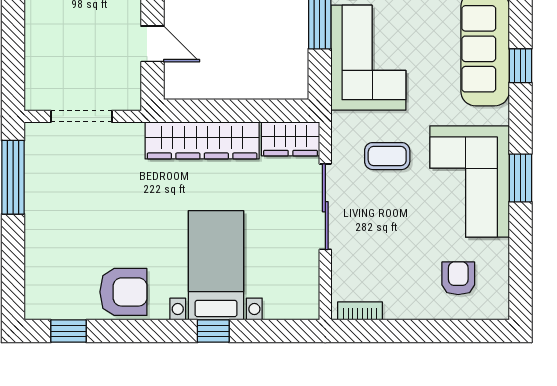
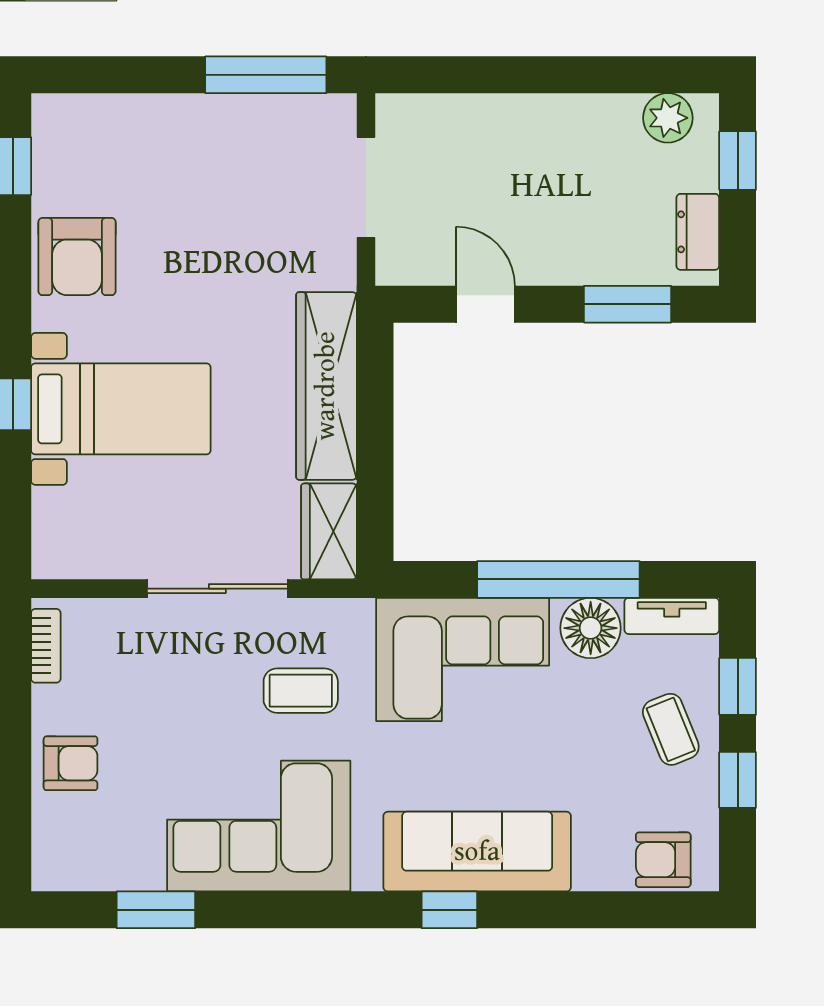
door: (152, 44) -> (485, 304), swing flipped
coffee table: (387, 156) -> (301, 691), turned 90
window: (520, 178) -> (156, 910), moved
armchair: (458, 278) -> (71, 763), moved

